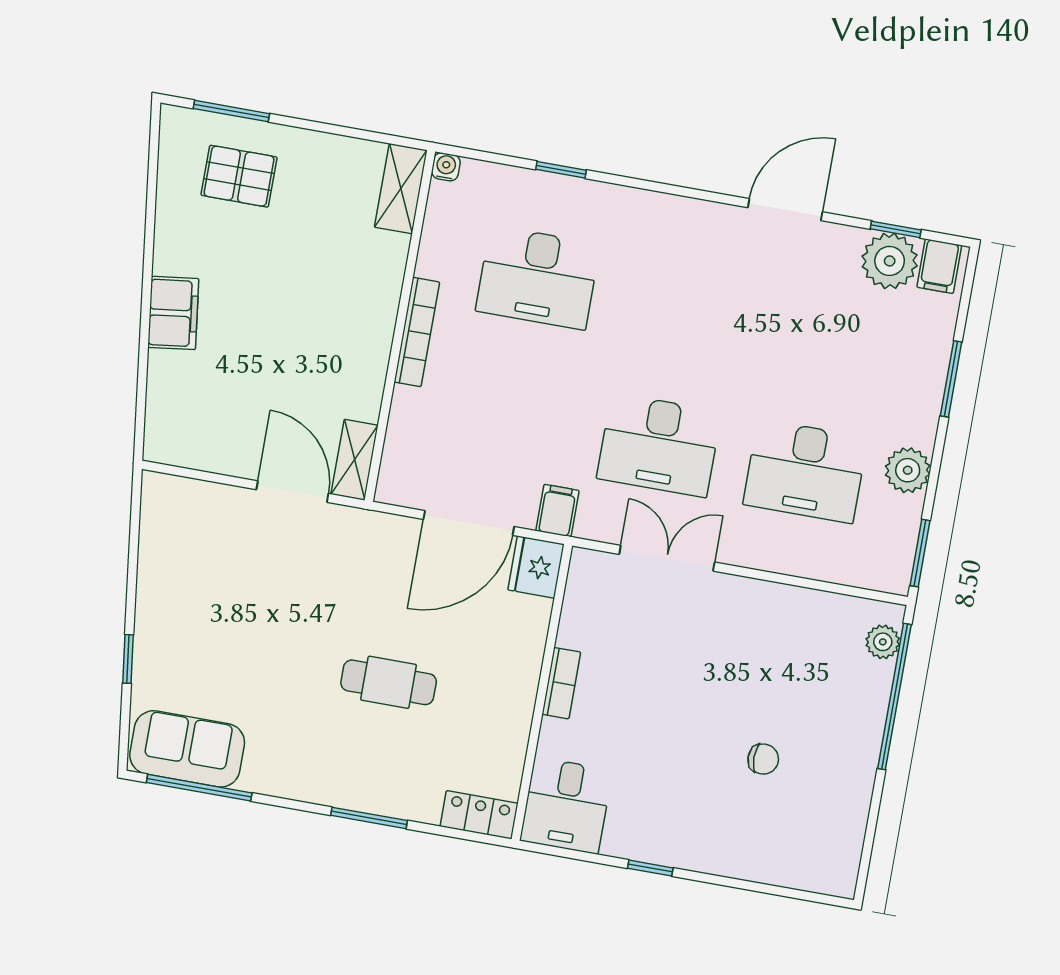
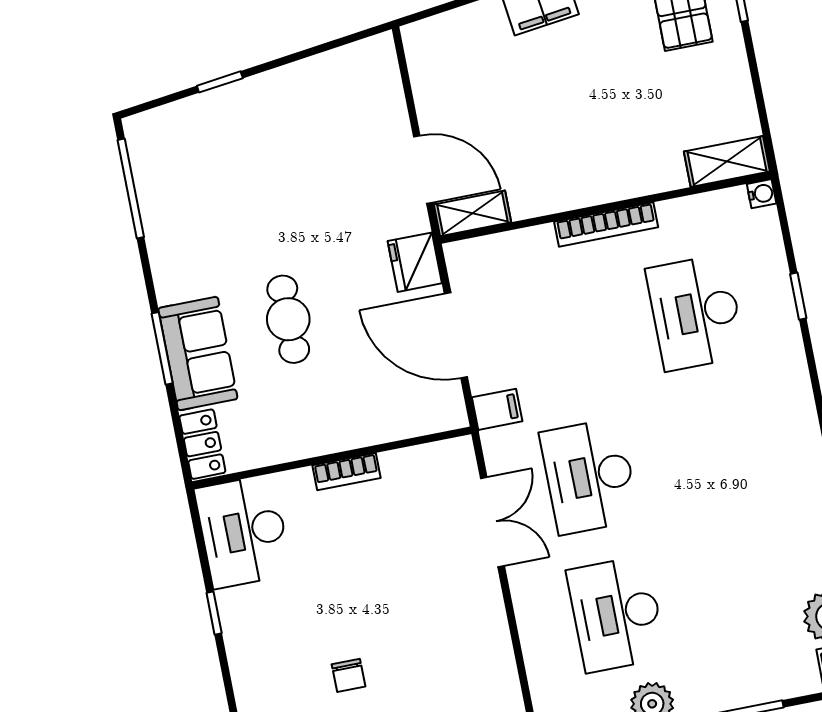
door: (292, 492) -> (423, 169), hinge flipped
fridge: (536, 567) -> (415, 262), moved, turned -90
sofa: (187, 749) -> (198, 353), moved
desk: (566, 805) -> (243, 531), width x1.37

